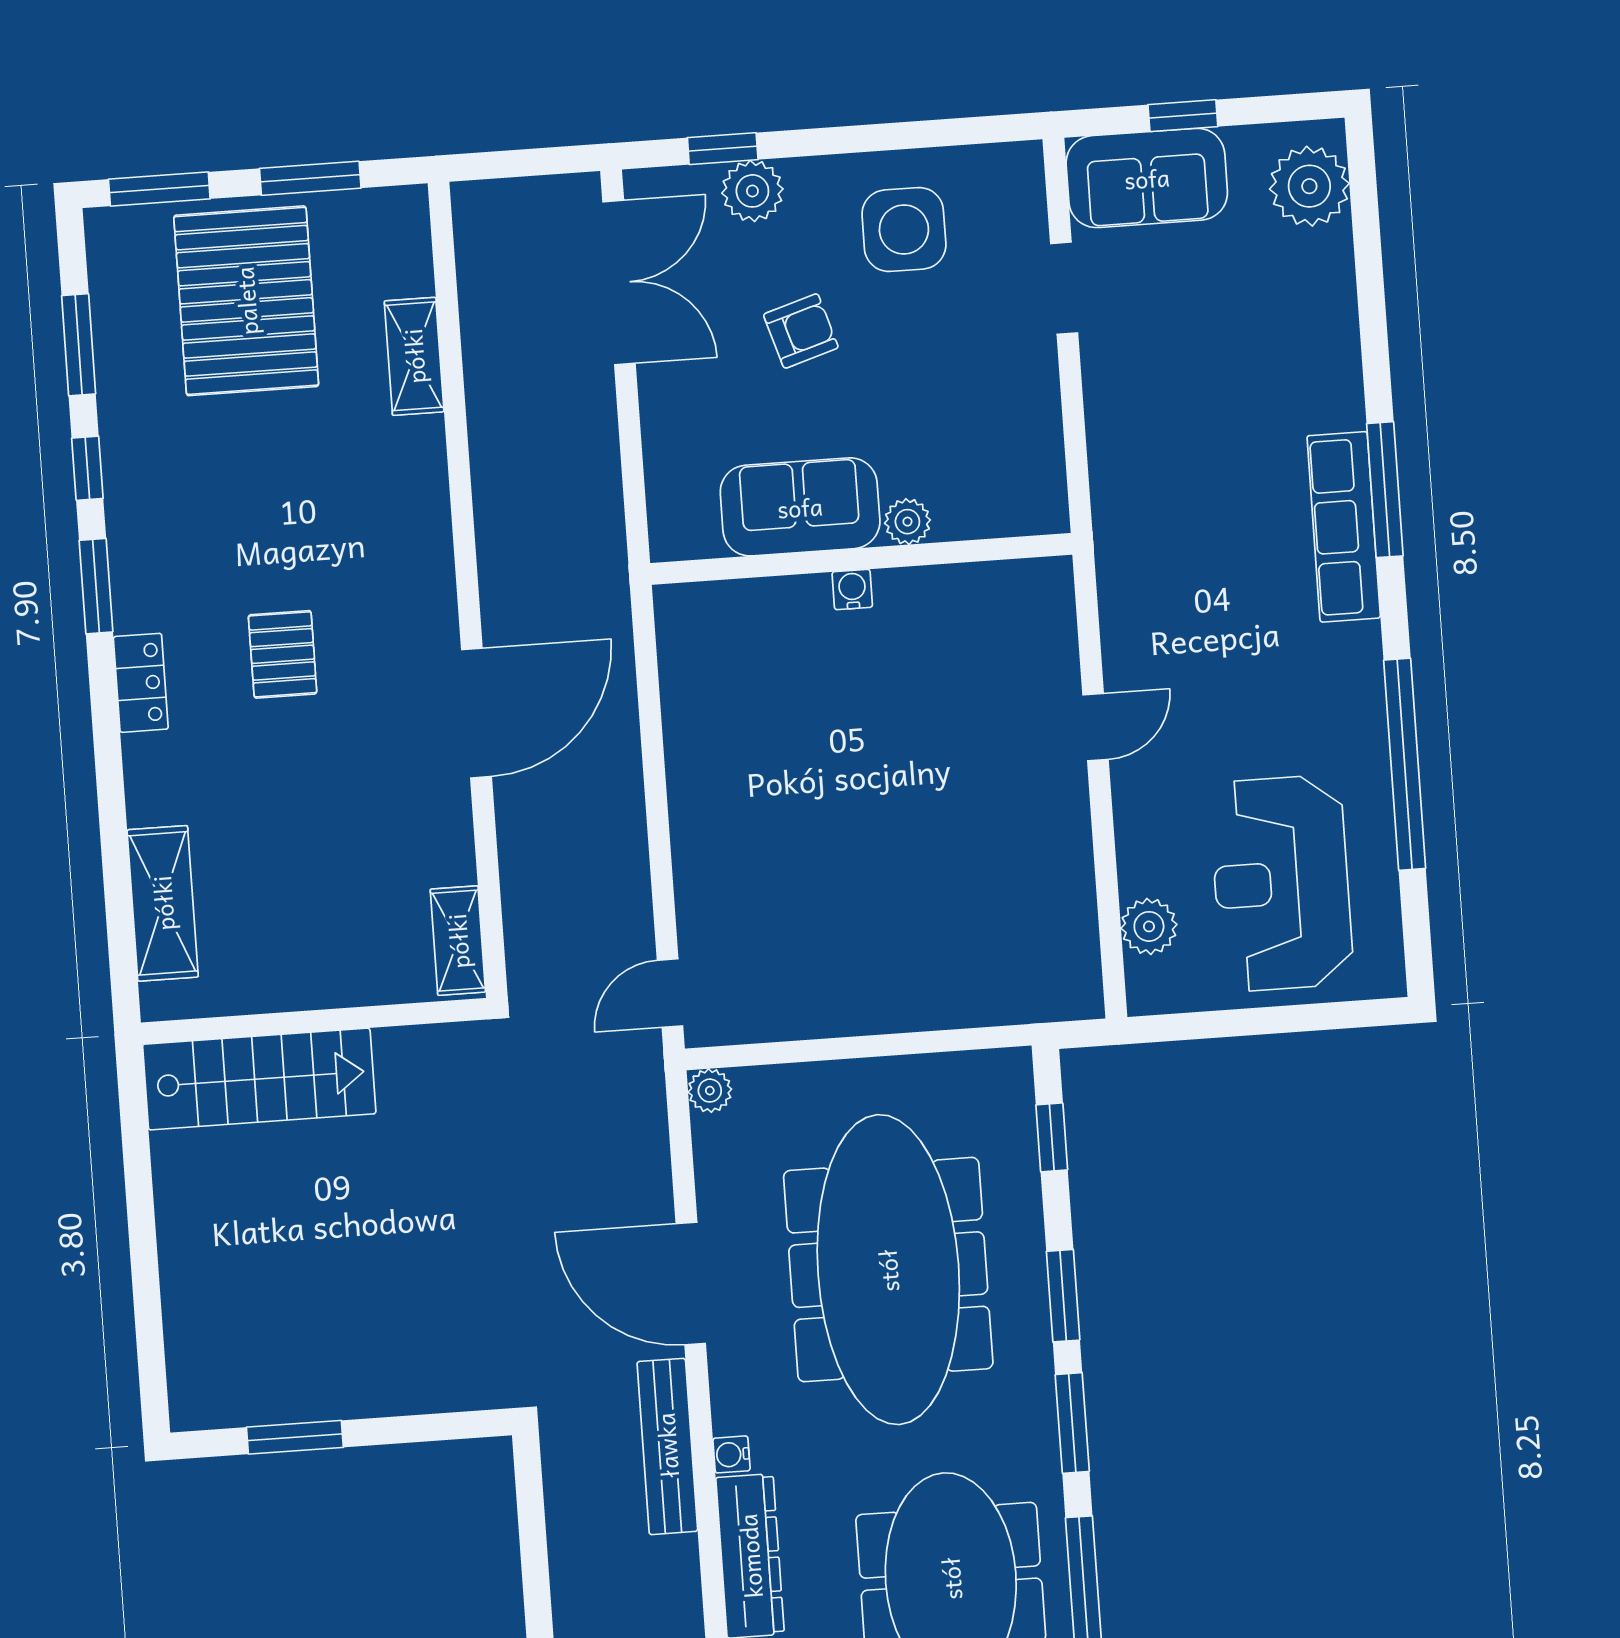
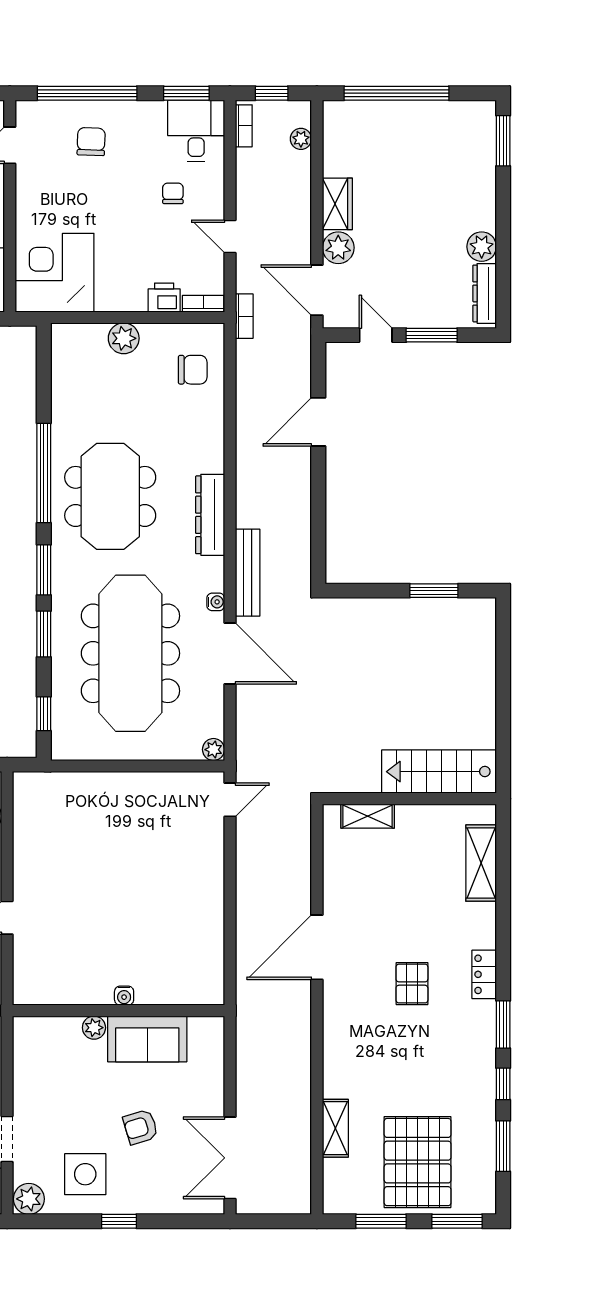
window: (723, 149) -> (119, 1221), moved
plant: (752, 191) -> (29, 1199), moved
shelving: (458, 941) -> (368, 816), moved, turned 90
water cooler: (731, 1454) -> (216, 602), moved

